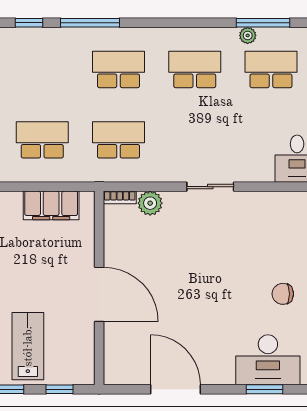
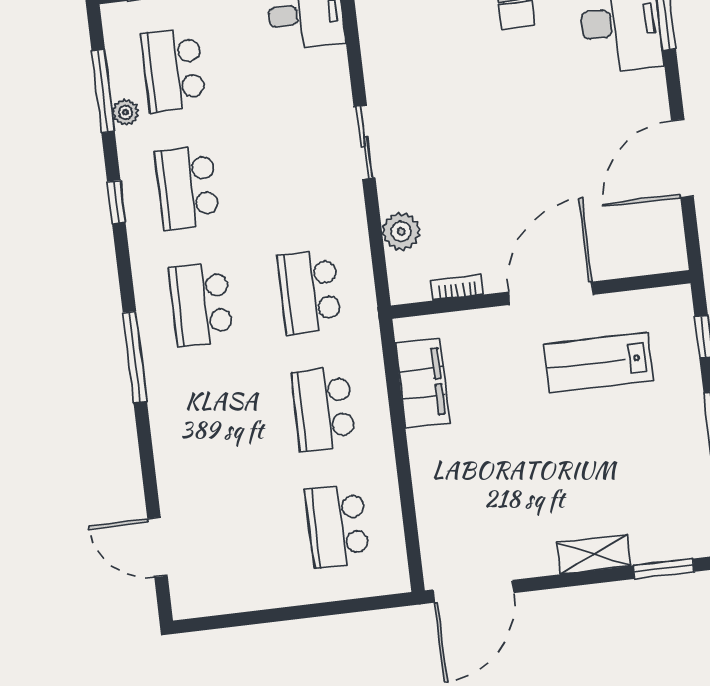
window: (29, 23) -> (116, 202), moved
bookcase: (120, 197) -> (457, 287), moved, turned -90
lab bench: (28, 346) -> (598, 362), moved

